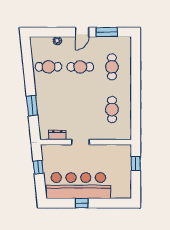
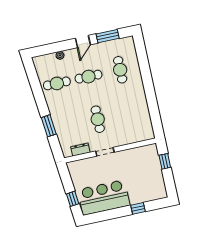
cafe table: (112, 110) -> (98, 119), moved
window: (38, 167) -> (73, 199), moved
bar counter: (78, 186) -> (104, 197), width x0.73
window: (82, 203) -> (138, 208), moved

